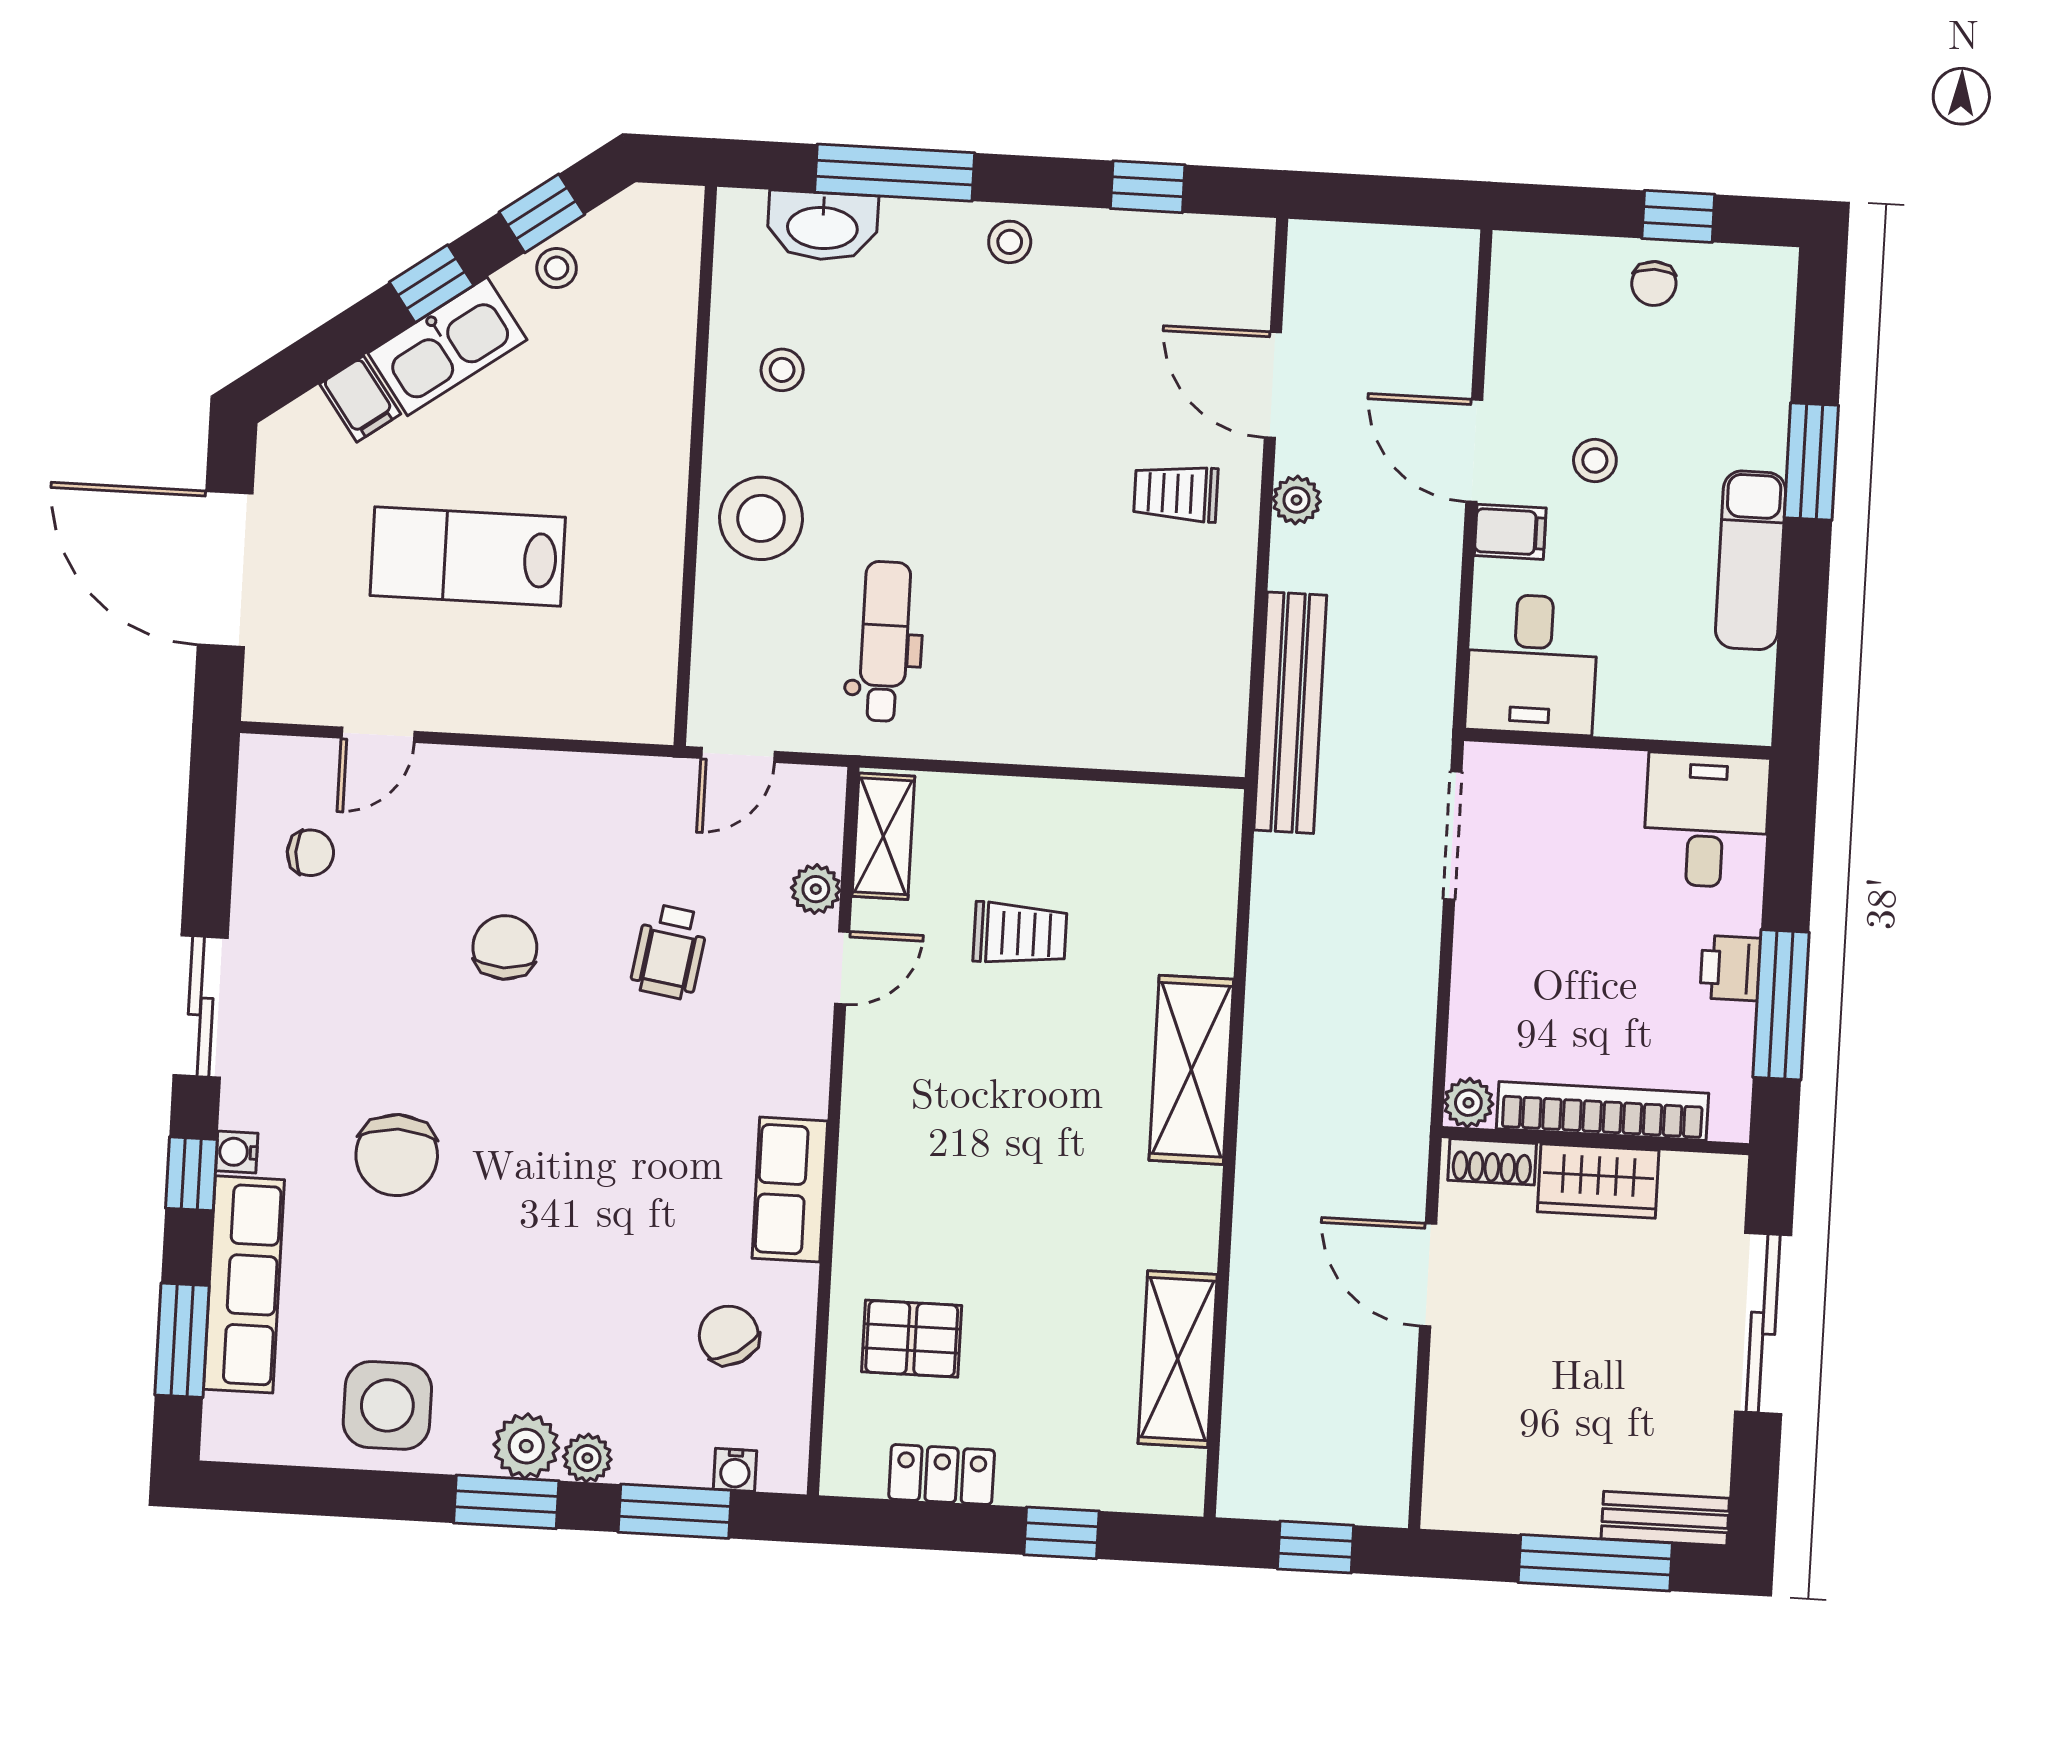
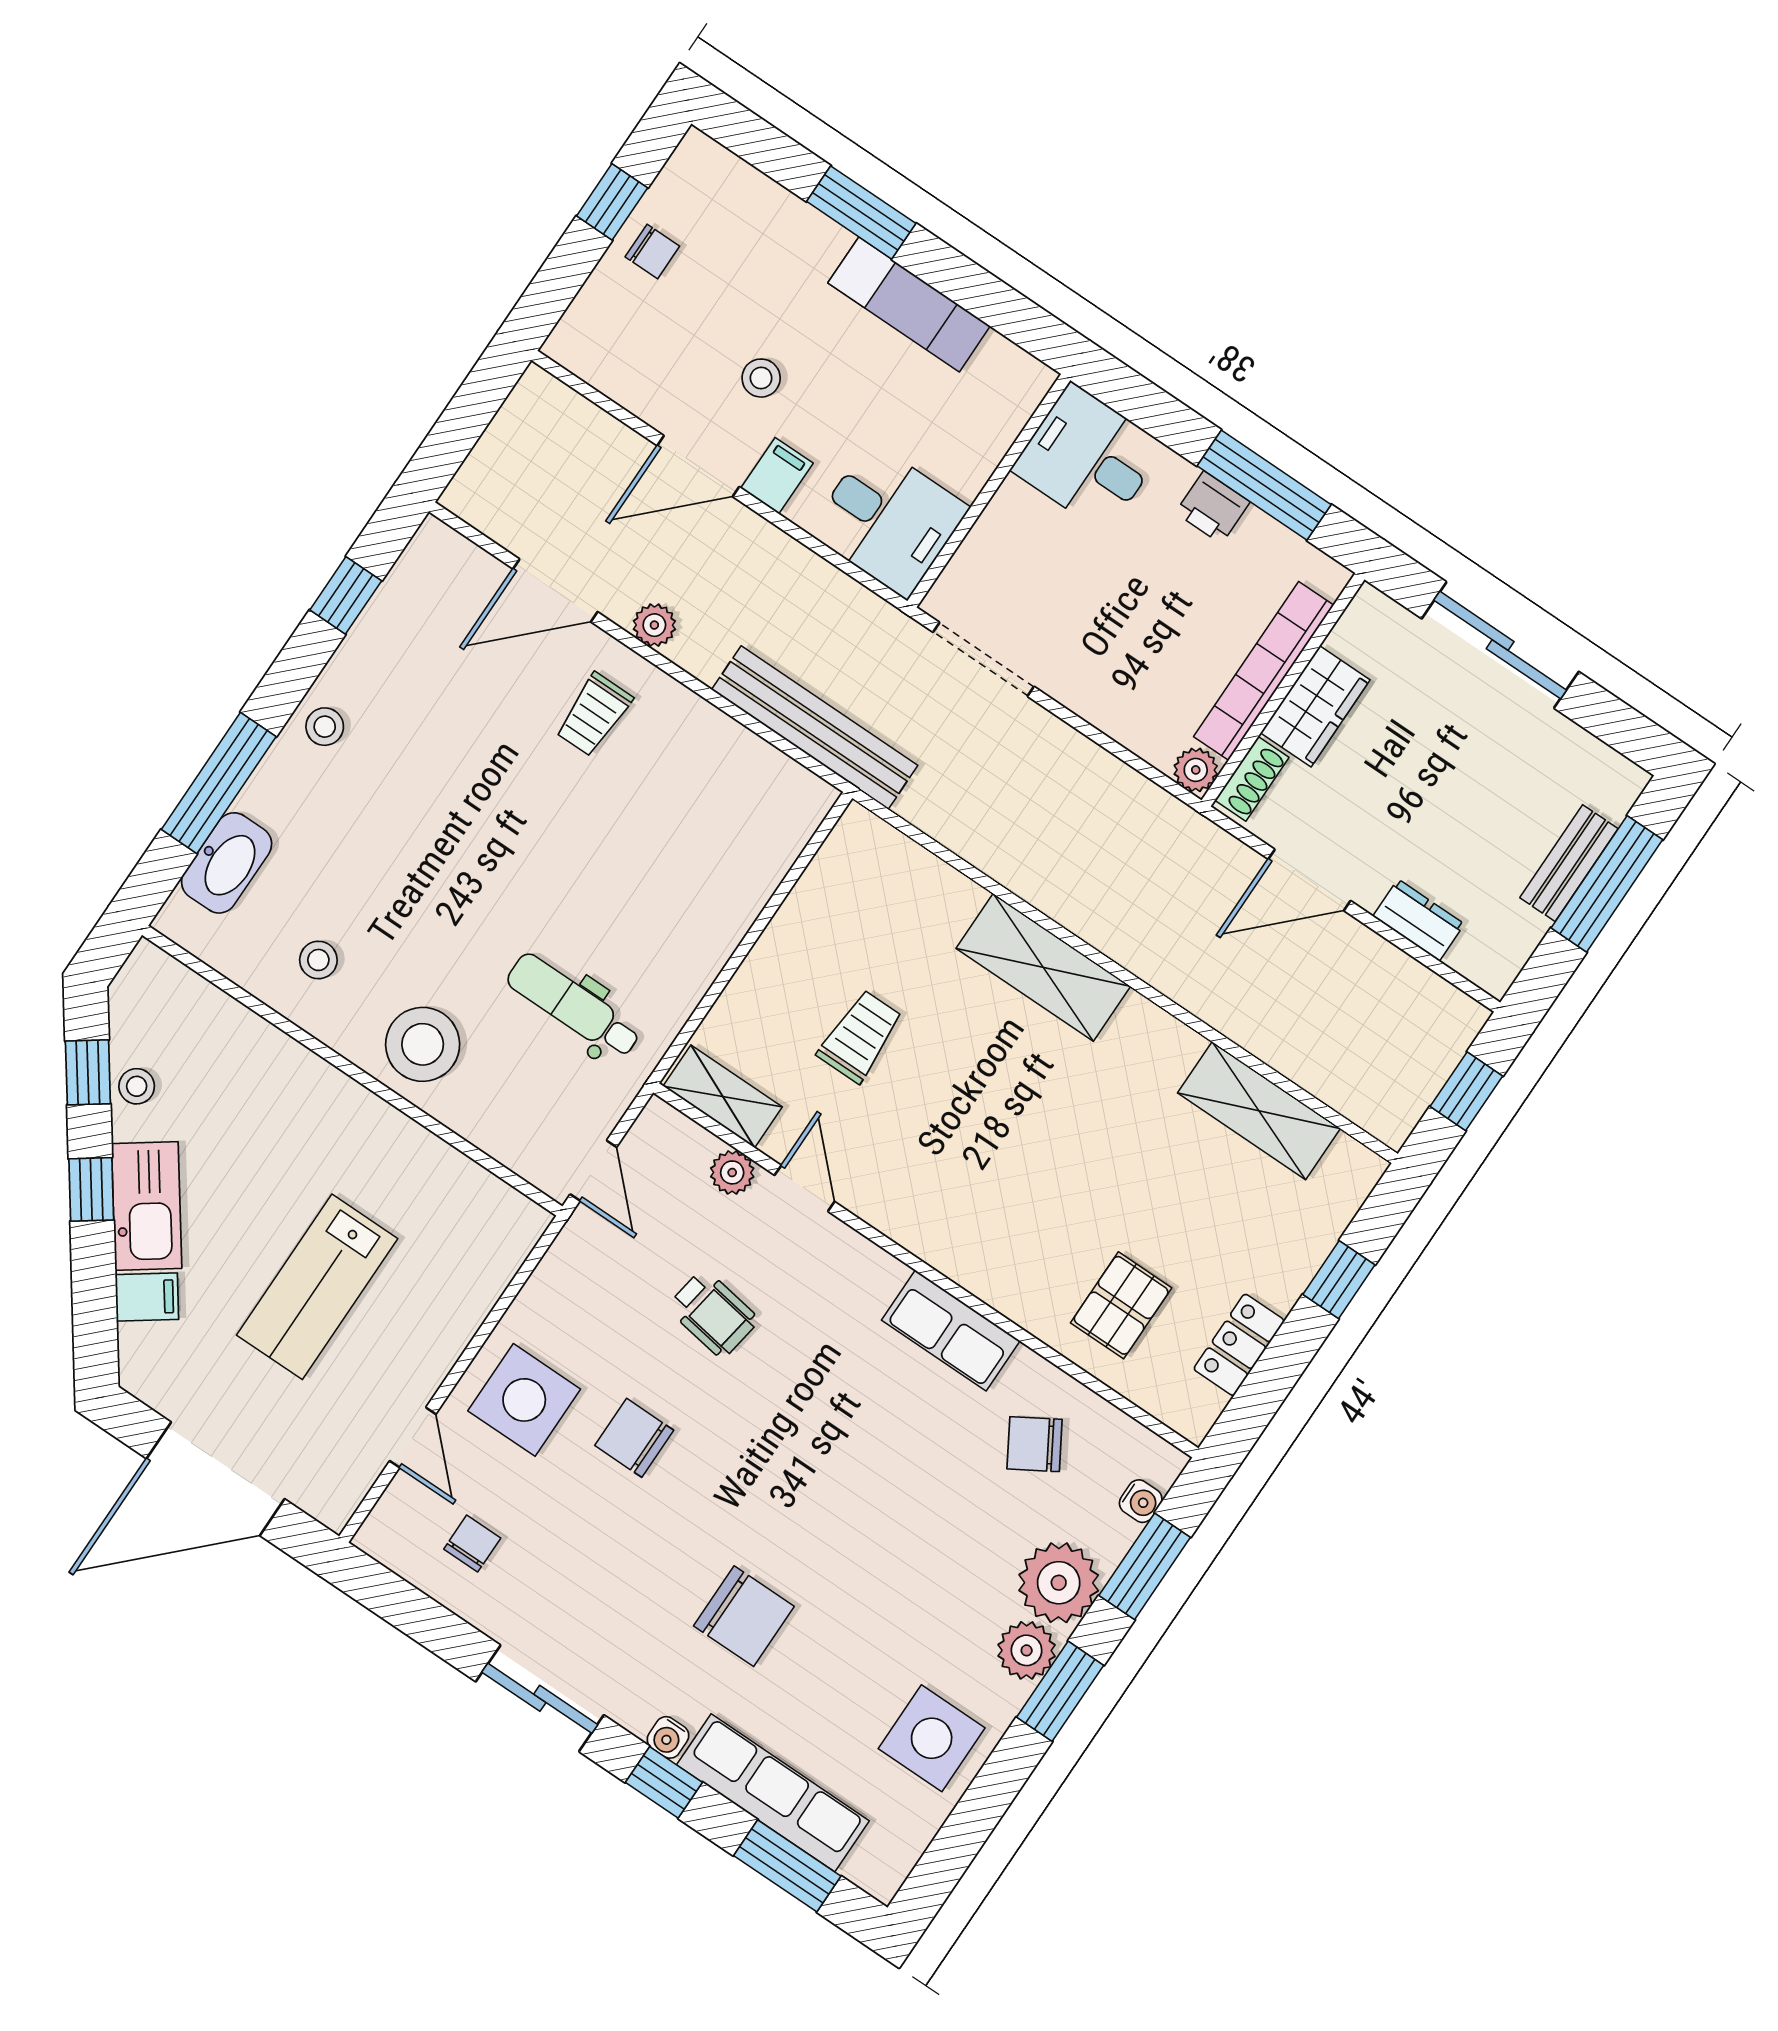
side table: (478, 820) -> (524, 1400), added
dresser: (1452, 1403) -> (1419, 920), added
plant: (587, 1458) -> (1059, 1583), width x1.87, depth x1.87
bench: (1665, 1518) -> (1569, 863), moved

